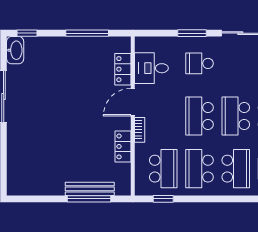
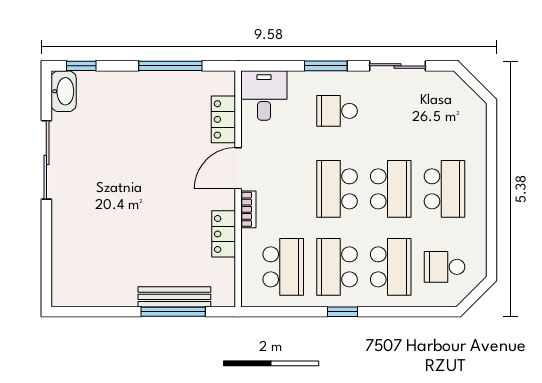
desk: (151, 68) -> (264, 96), moved, turned 90
school desk: (236, 116) -> (391, 189), turned 180
window: (163, 199) -> (342, 312), moved

